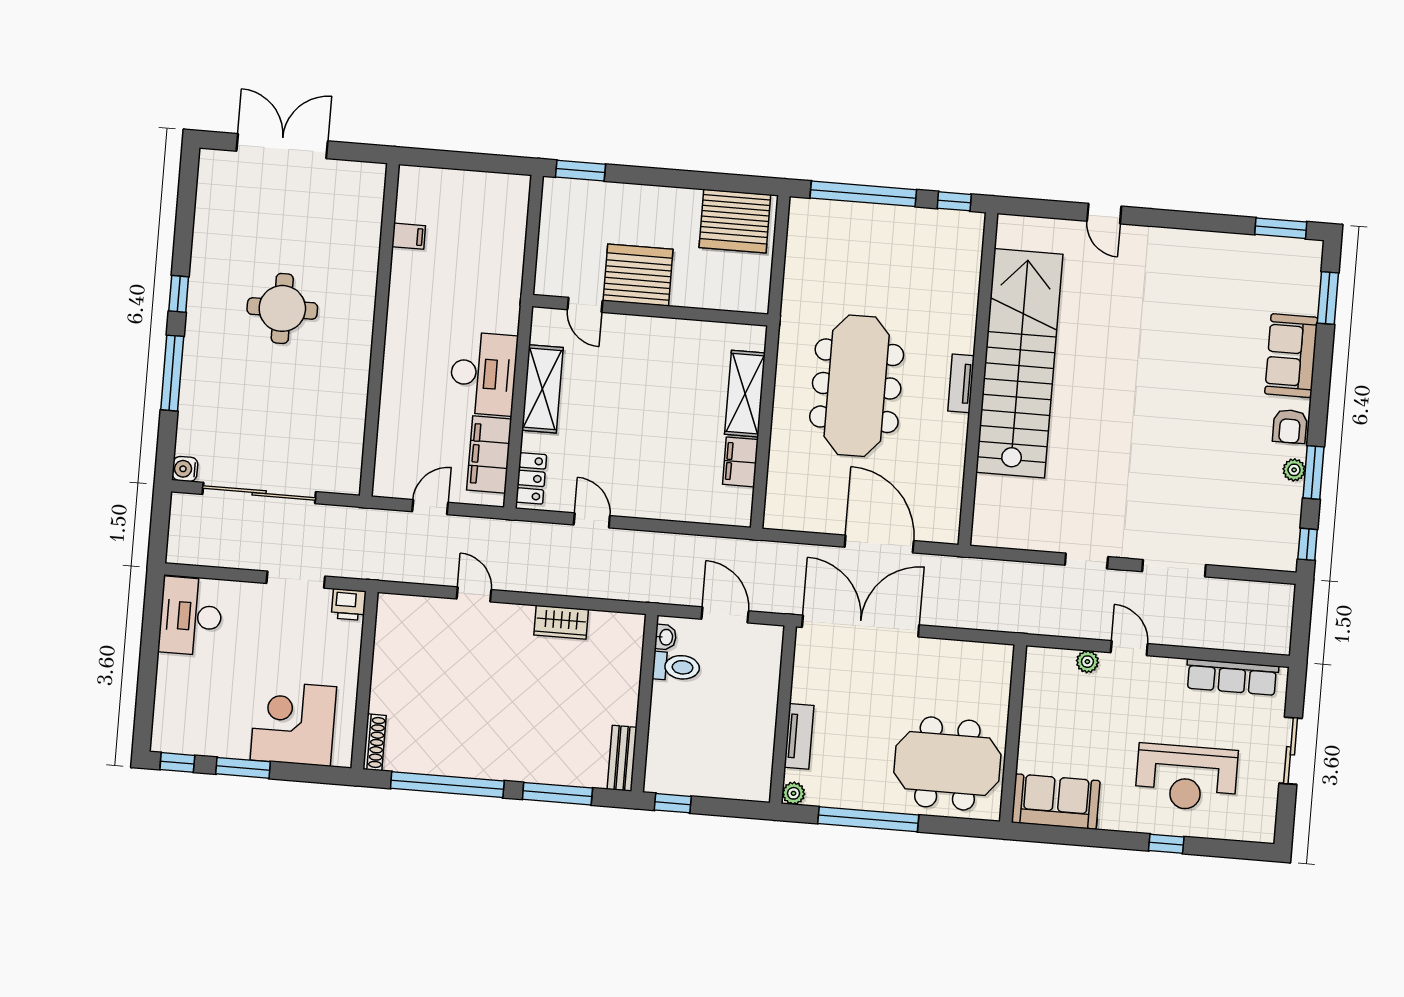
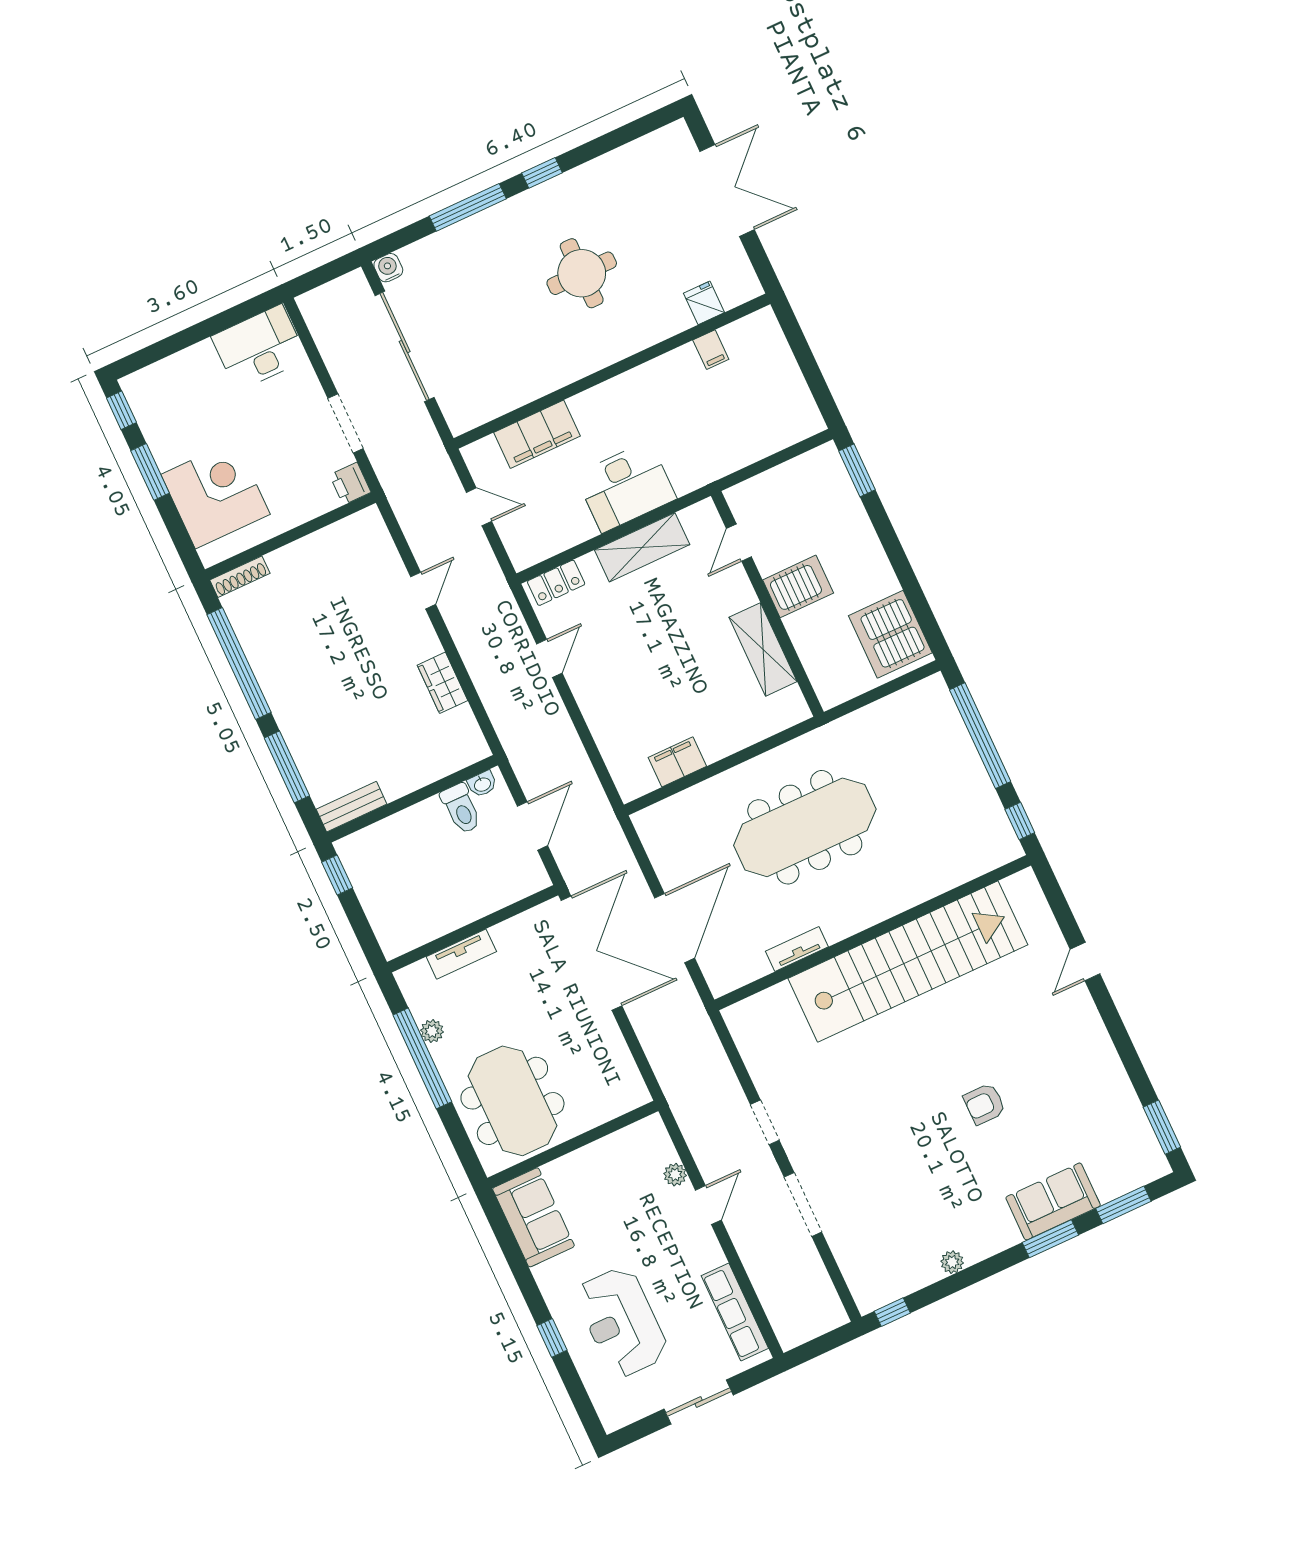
fridge: (366, 219) -> (704, 303), added
server rack: (638, 275) -> (798, 586), width x0.62
tv unit: (961, 383) -> (797, 949), moved
shelving: (745, 394) -> (763, 649), moved, turned 90
armchair: (1290, 426) -> (984, 1104), moved
filing cabinet: (489, 454) -> (537, 434), moved, turned 180
window: (1313, 472) -> (1050, 1239), moved
plant: (794, 793) -> (432, 1031), moved

